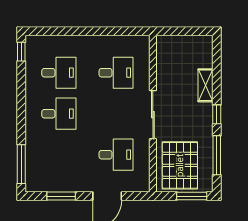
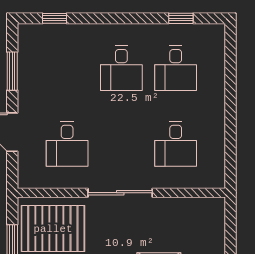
window: (21, 52) -> (181, 18), moved
window: (21, 164) -> (55, 18), width x0.46

